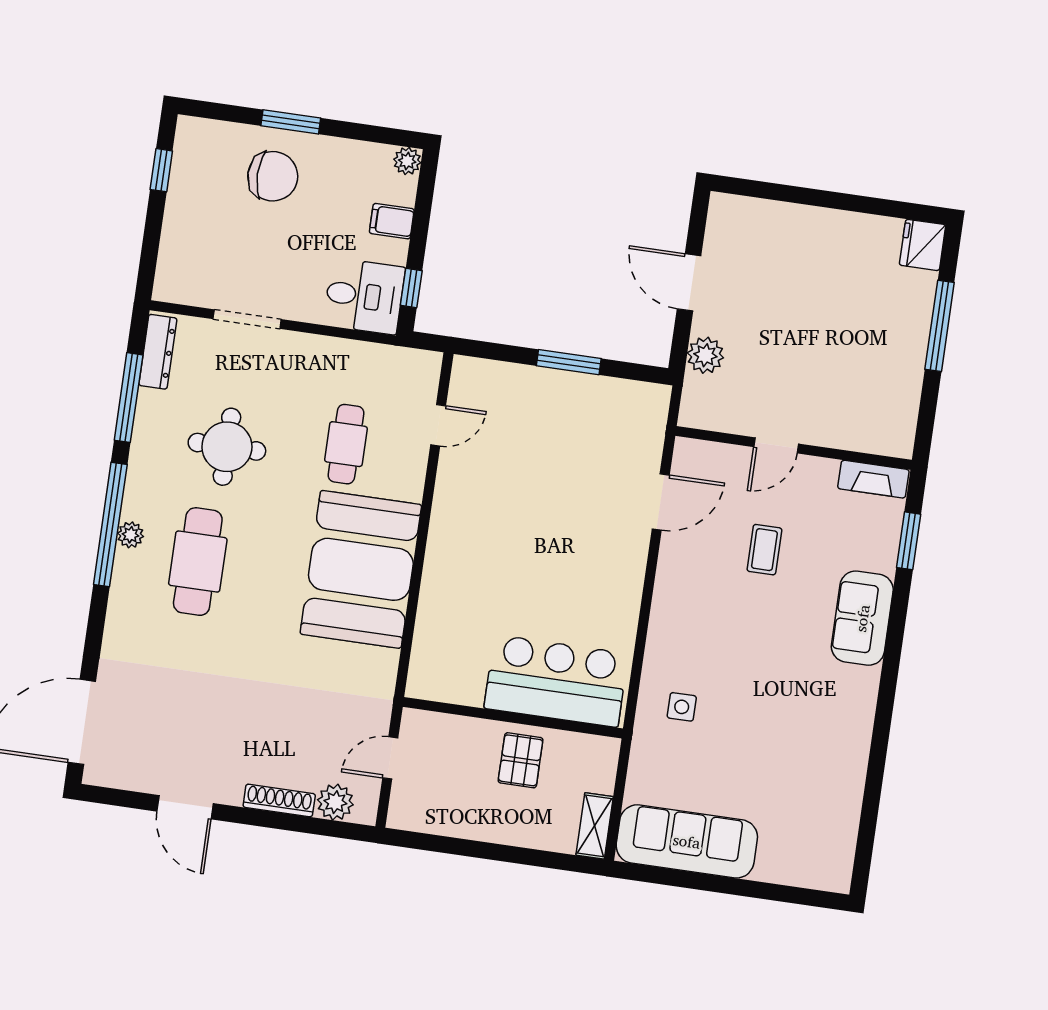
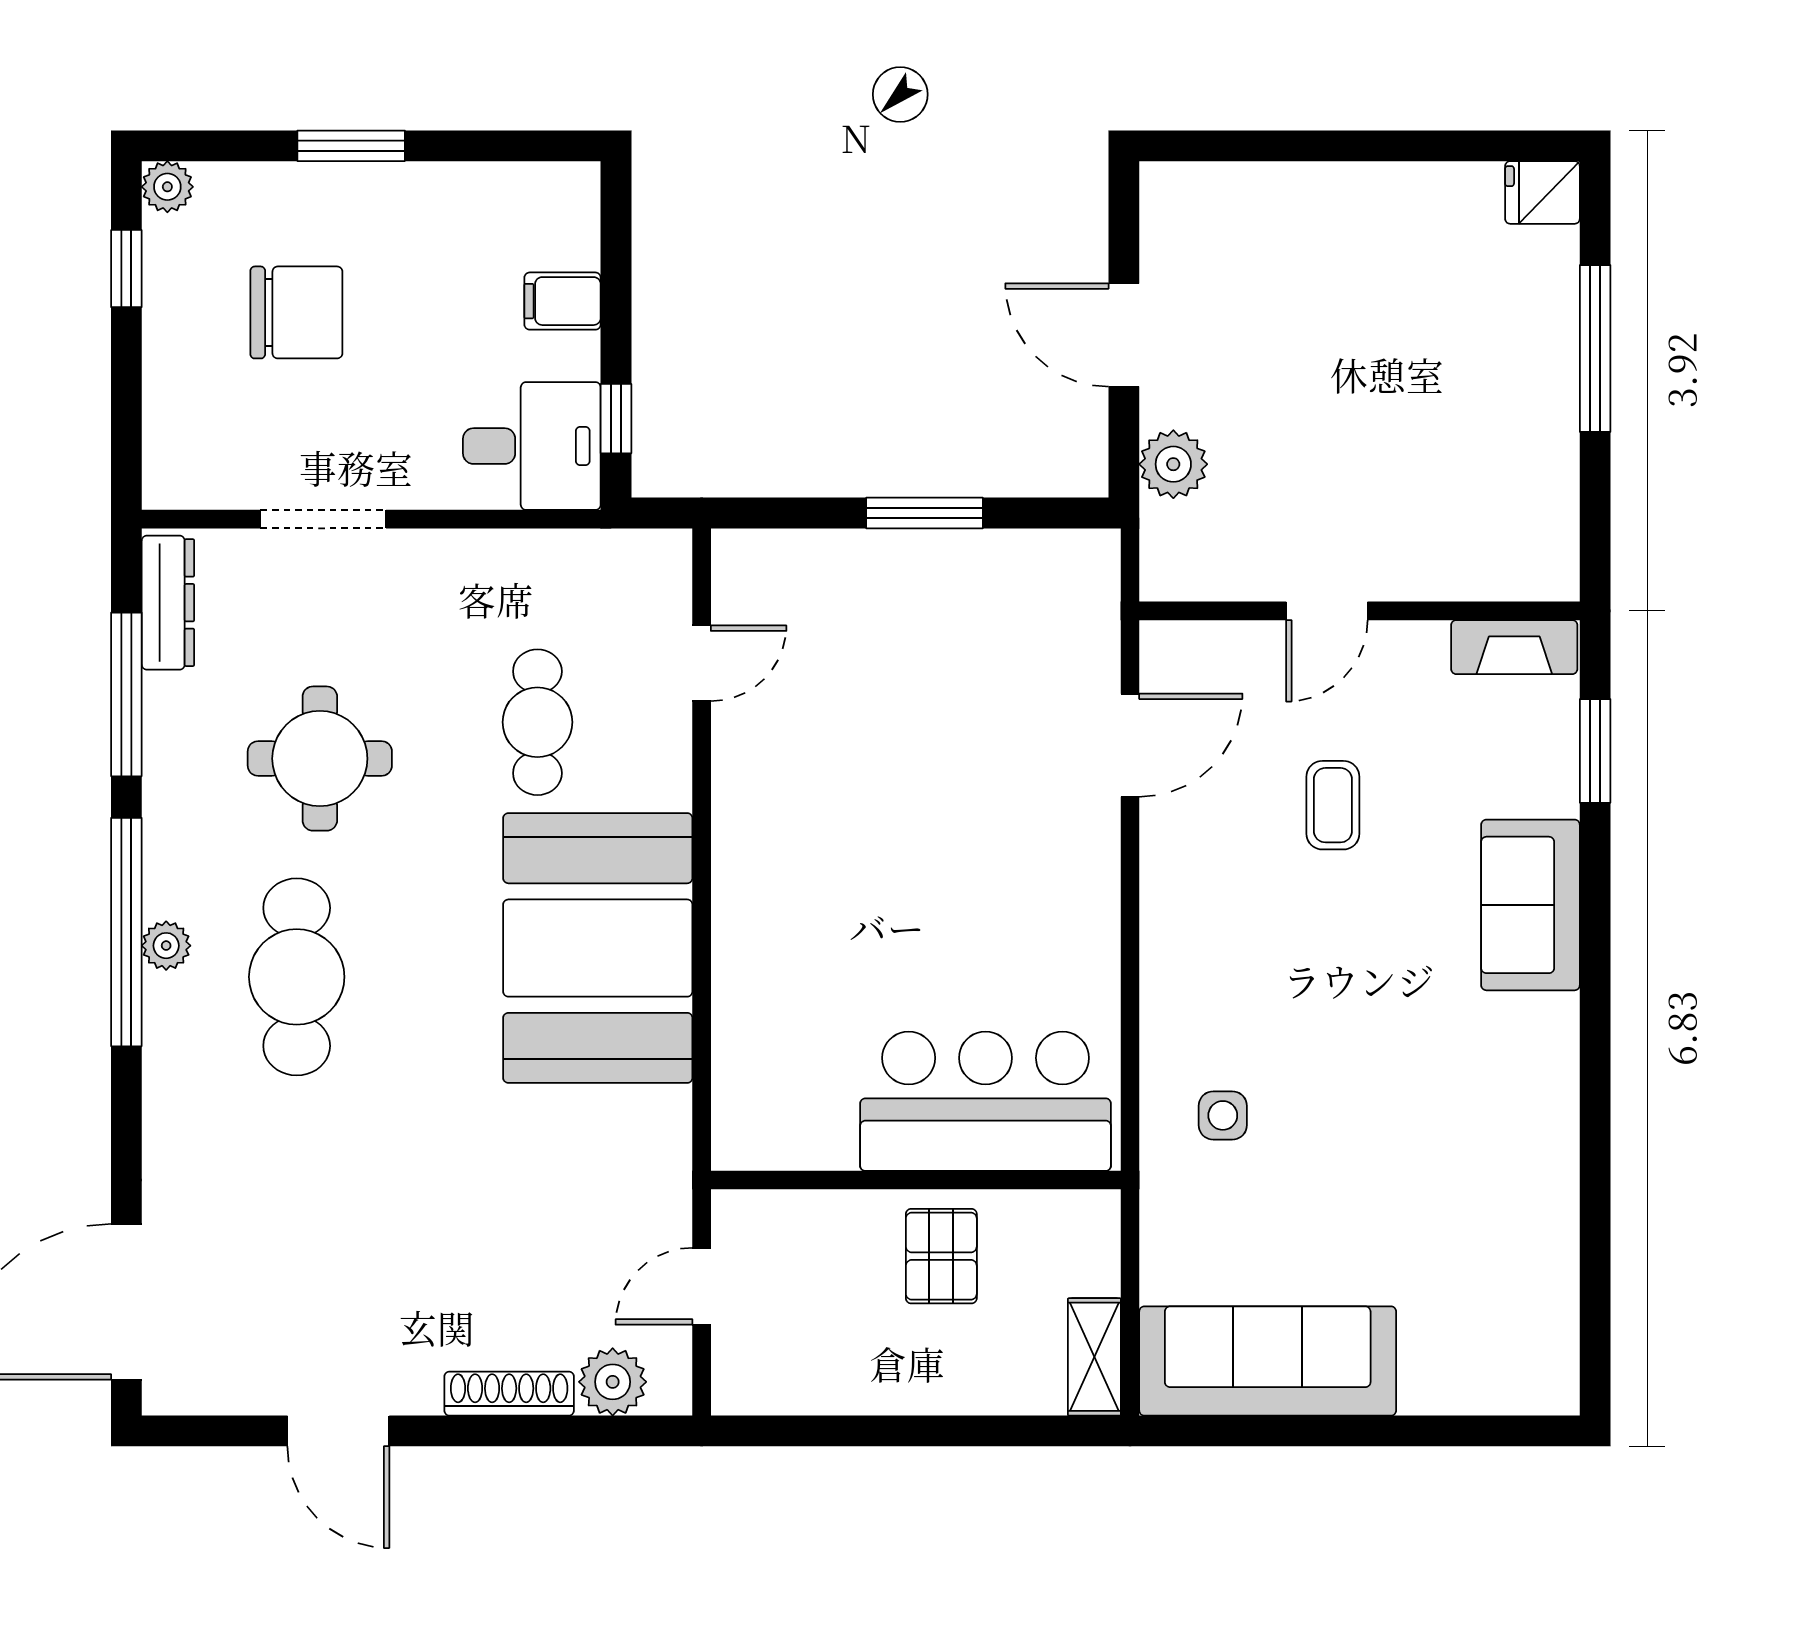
plant: (407, 161) -> (167, 187), moved
chair: (273, 176) -> (296, 312), moved
fridge: (923, 245) -> (1542, 192), width x0.72

